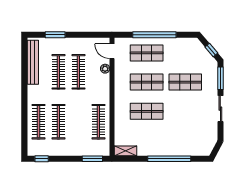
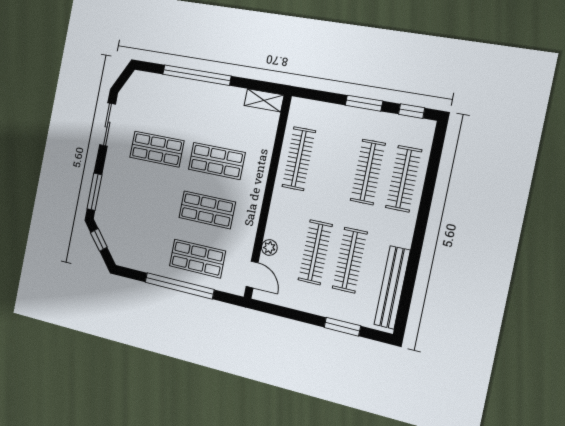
shop shelf: (185, 82) -> (157, 149), moved
sliding door: (220, 109) -> (107, 125), moved
window: (92, 159) -> (364, 103), moved

